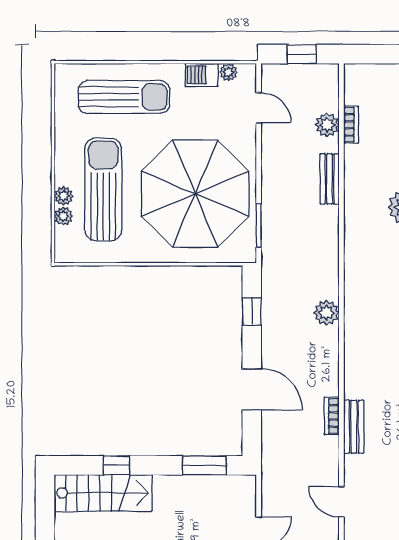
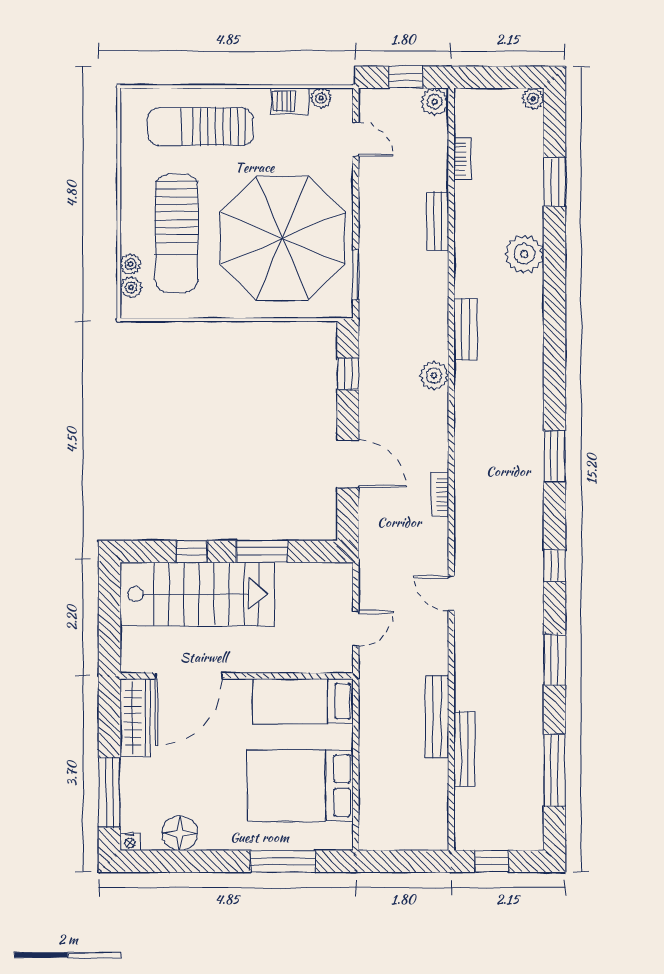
sun lounger: (124, 97) -> (201, 127), turned 180
plant: (327, 125) -> (435, 102), moved
sun lounger: (103, 189) -> (177, 233), turned 180
plant: (64, 196) -> (131, 288), moved
bench: (354, 427) -> (465, 329), moved
window: (204, 465) -> (262, 551), moved
stairs: (103, 493) -> (197, 594), width x1.36, depth x1.51

